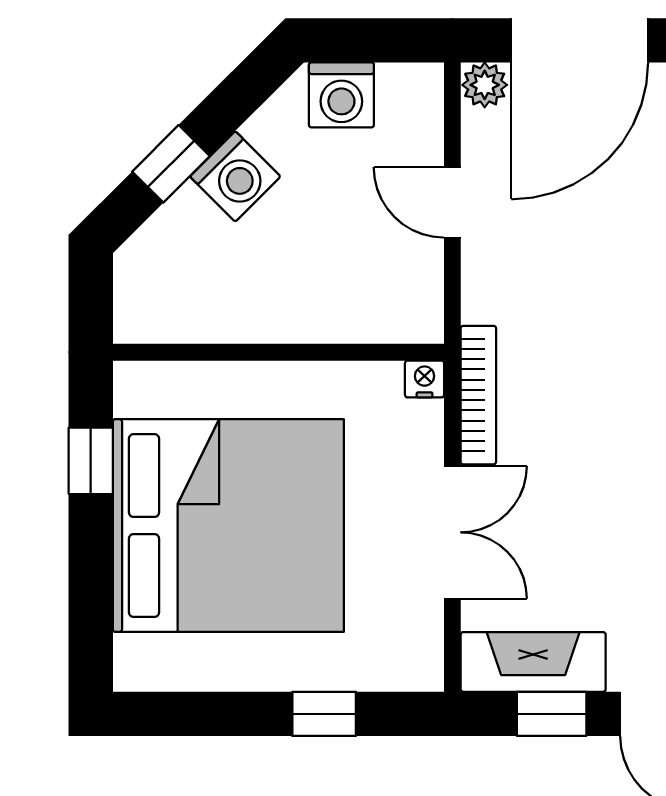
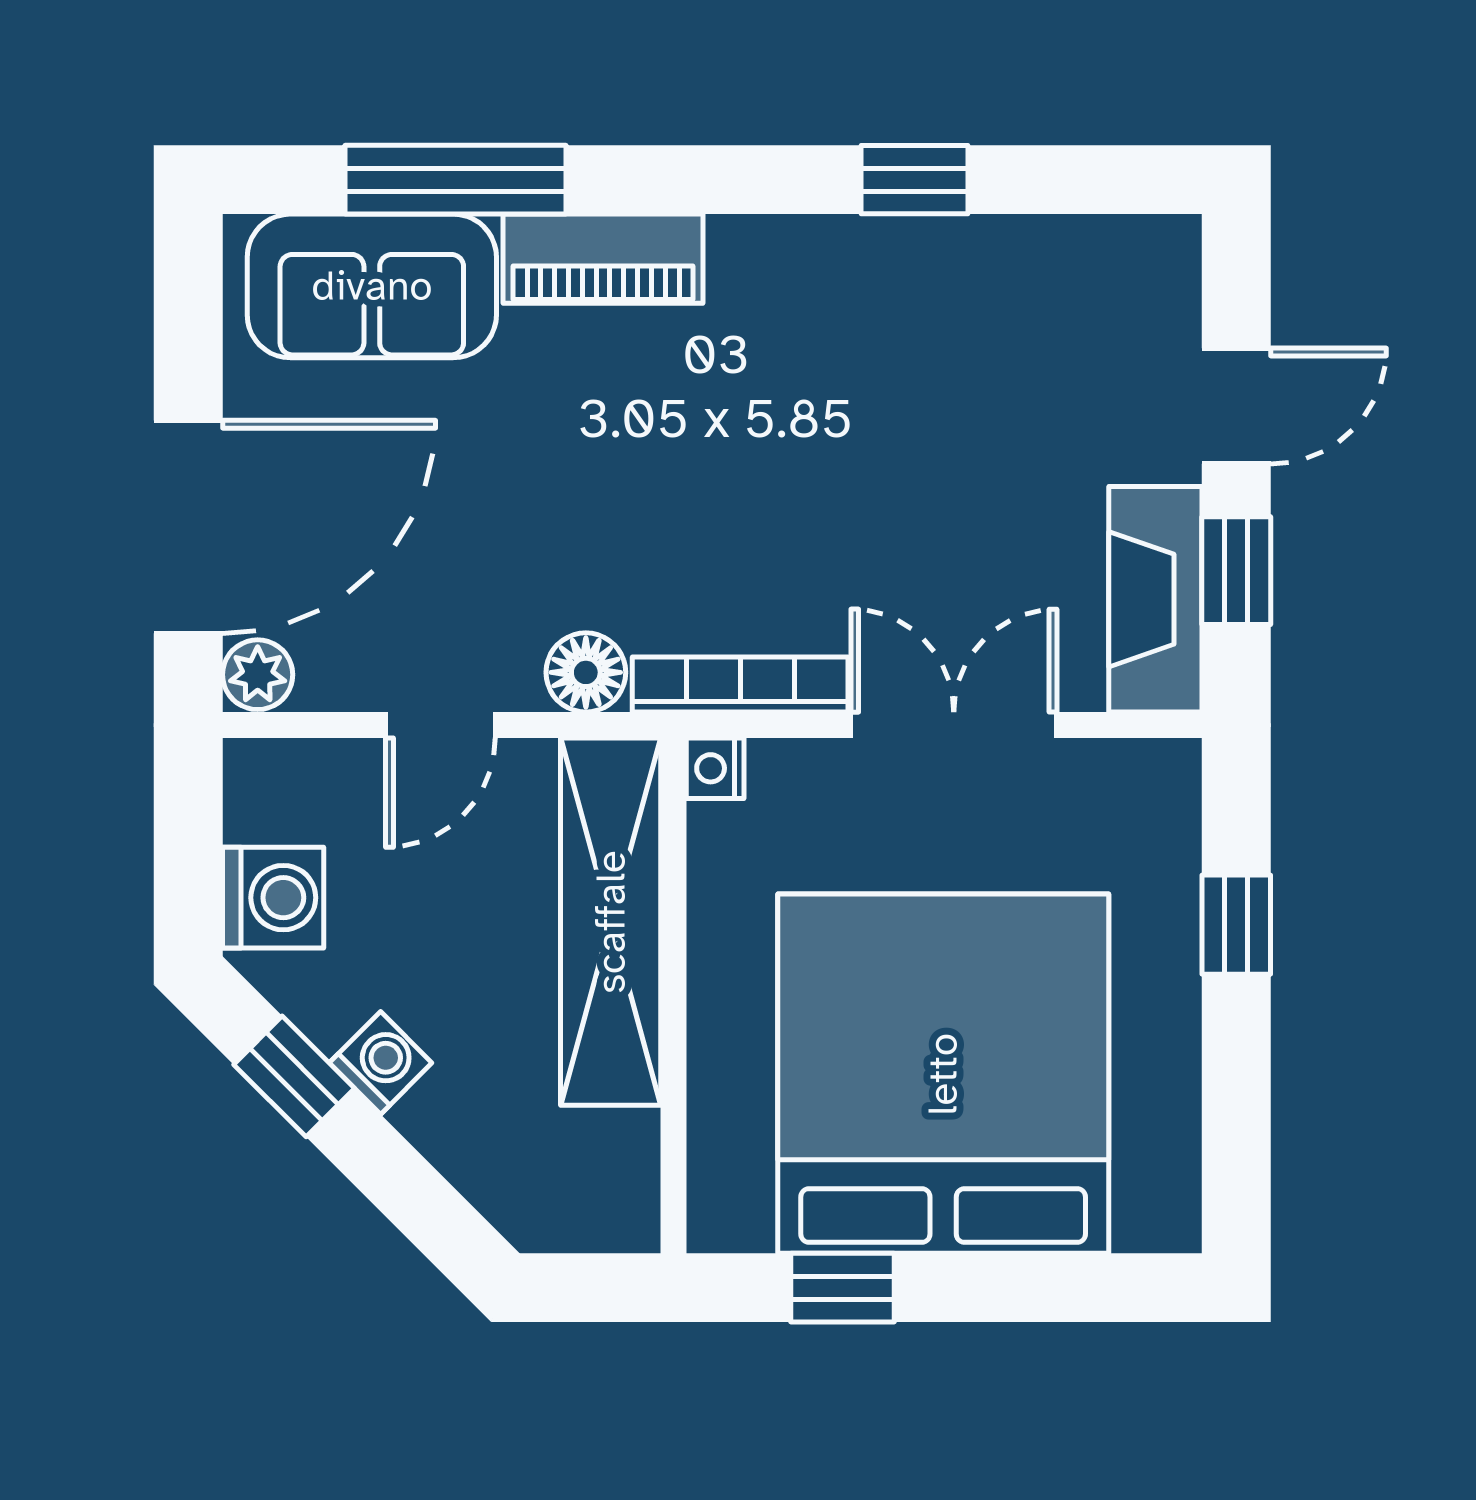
door: (580, 40) -> (188, 527), hinge flipped
window: (171, 164) -> (294, 1076), moved
washing machine: (235, 176) -> (381, 1063), width x0.73, depth x0.73
floor lamp: (486, 296) -> (586, 672), added
shelving: (326, 312) -> (611, 922), added

